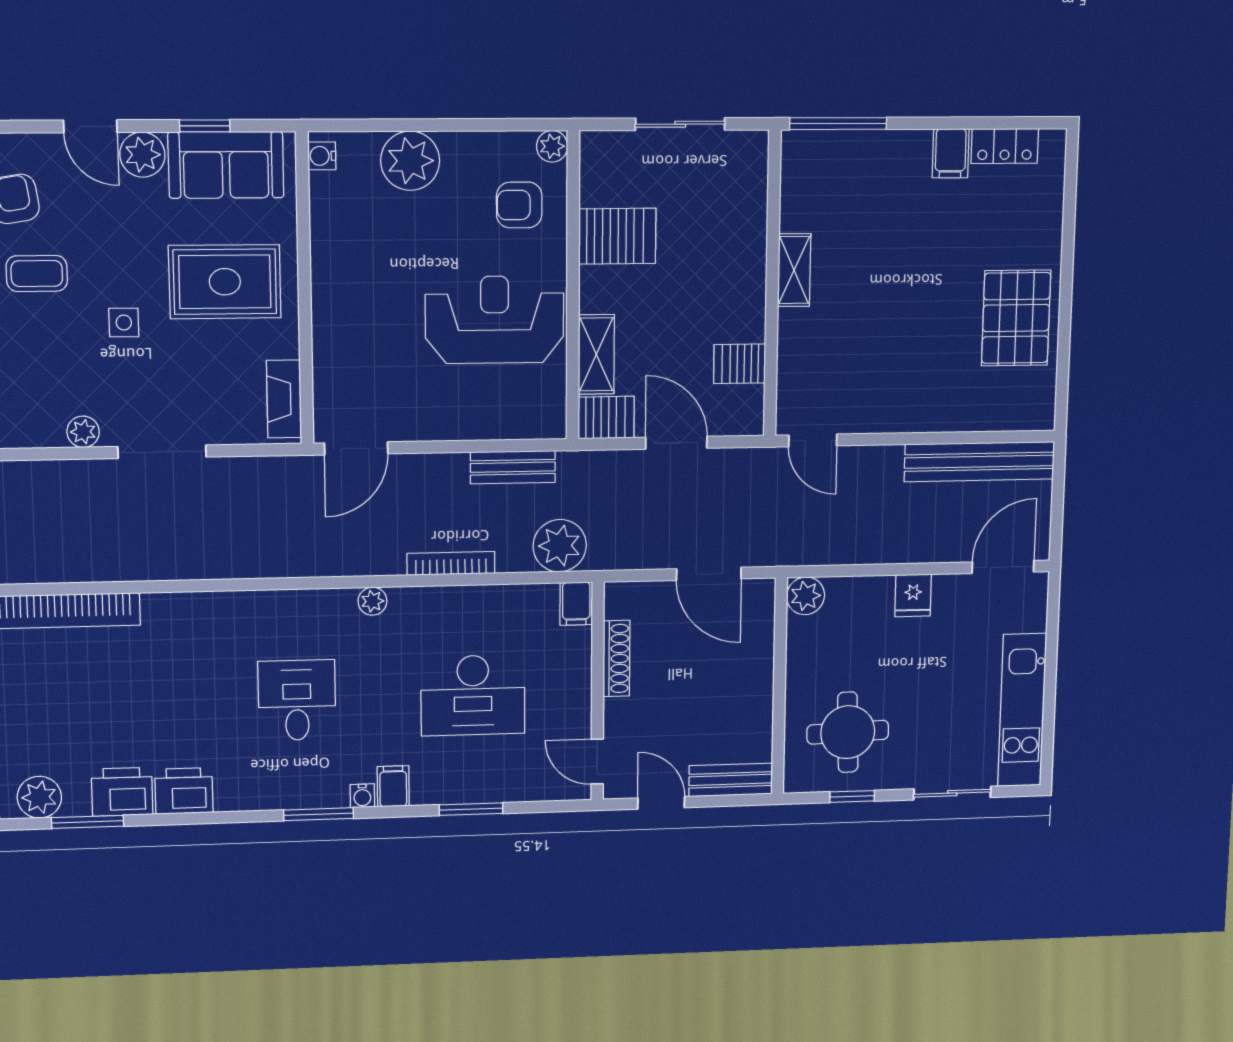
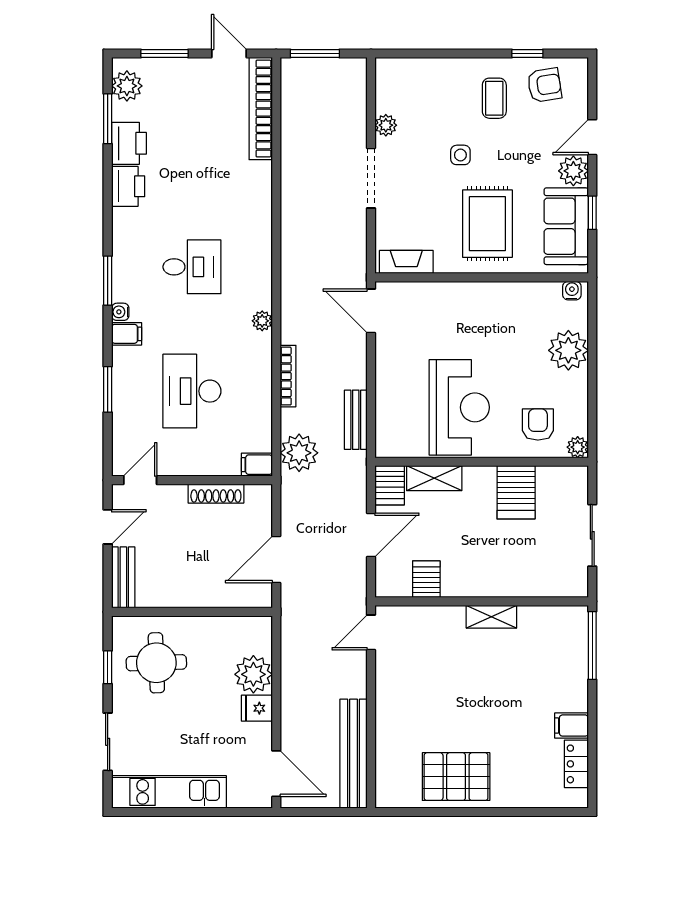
plant: (806, 596) -> (253, 674), moved, width x1.36, depth x1.36

